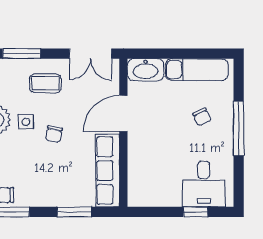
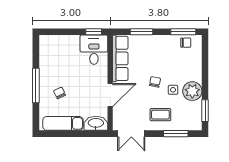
double door: (90, 54) -> (131, 134), swing flipped
desk: (204, 184) -> (94, 50), moved
window: (196, 212) -> (94, 32), moved

